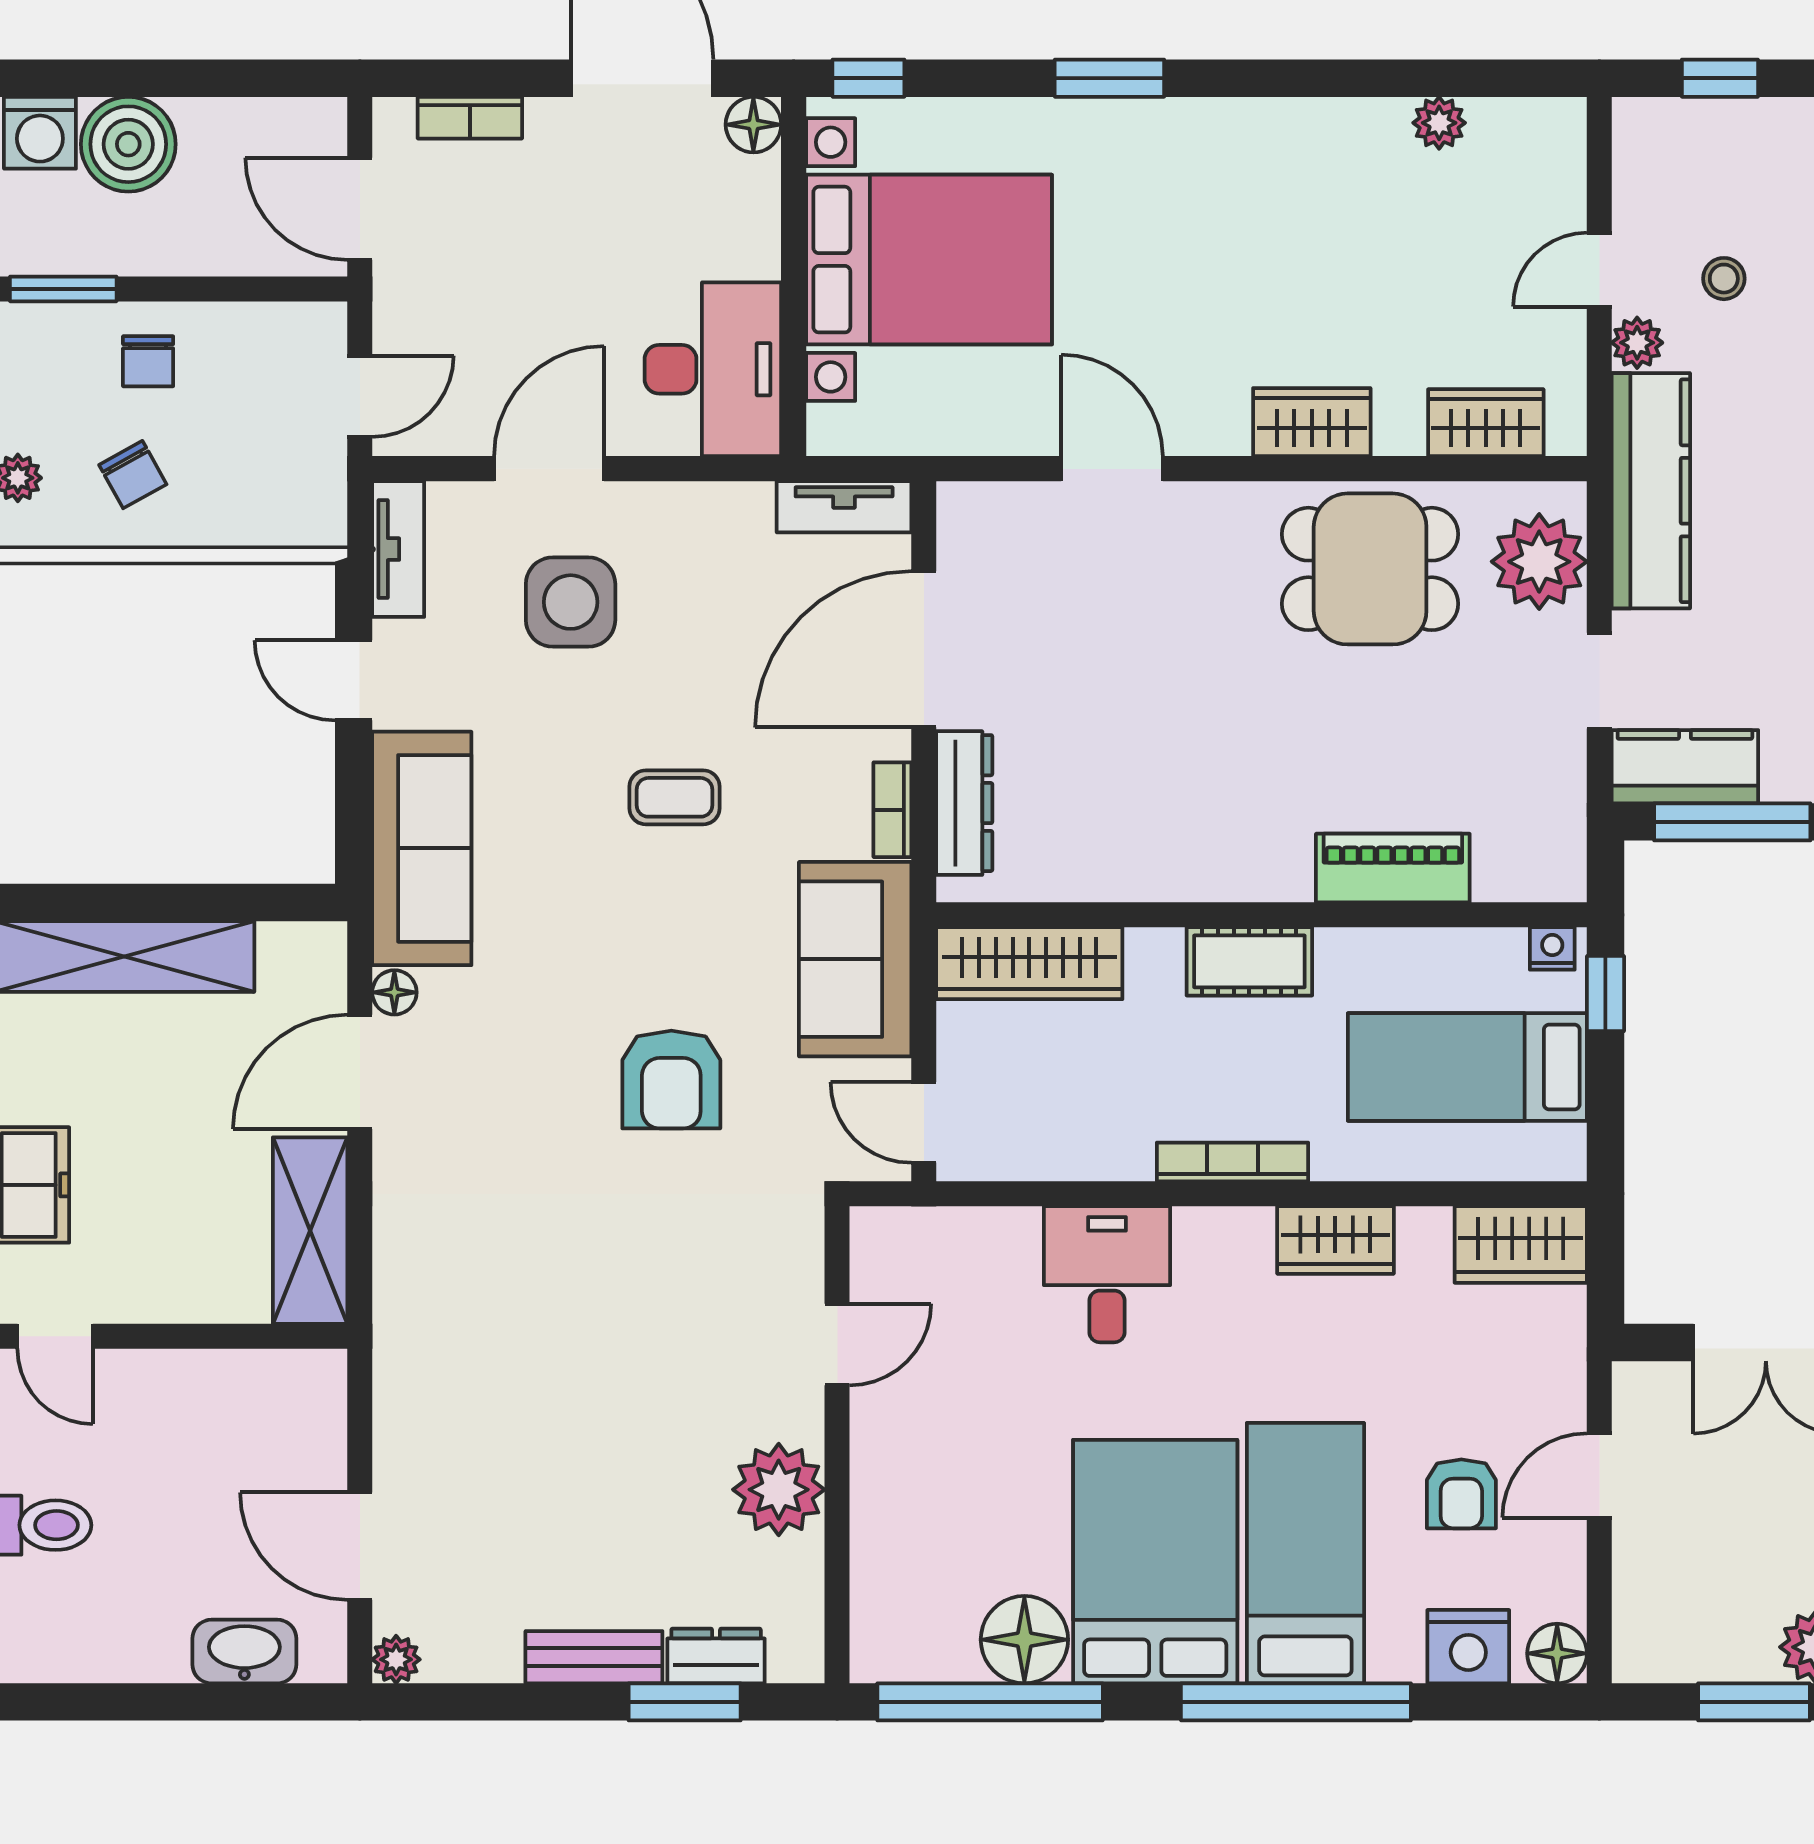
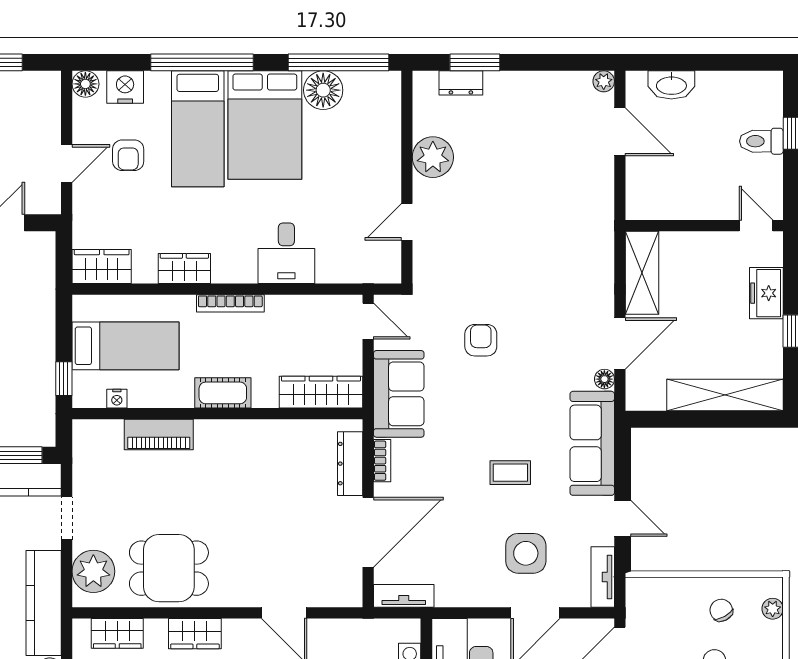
coffee table: (674, 797) -> (510, 473), moved
nightstand: (1552, 948) -> (117, 399), moved
armchair: (671, 1079) -> (481, 340), width x0.72, depth x0.72
armchair: (1461, 1494) -> (128, 155), turned 180
bench: (594, 1657) -> (515, 82), removed

